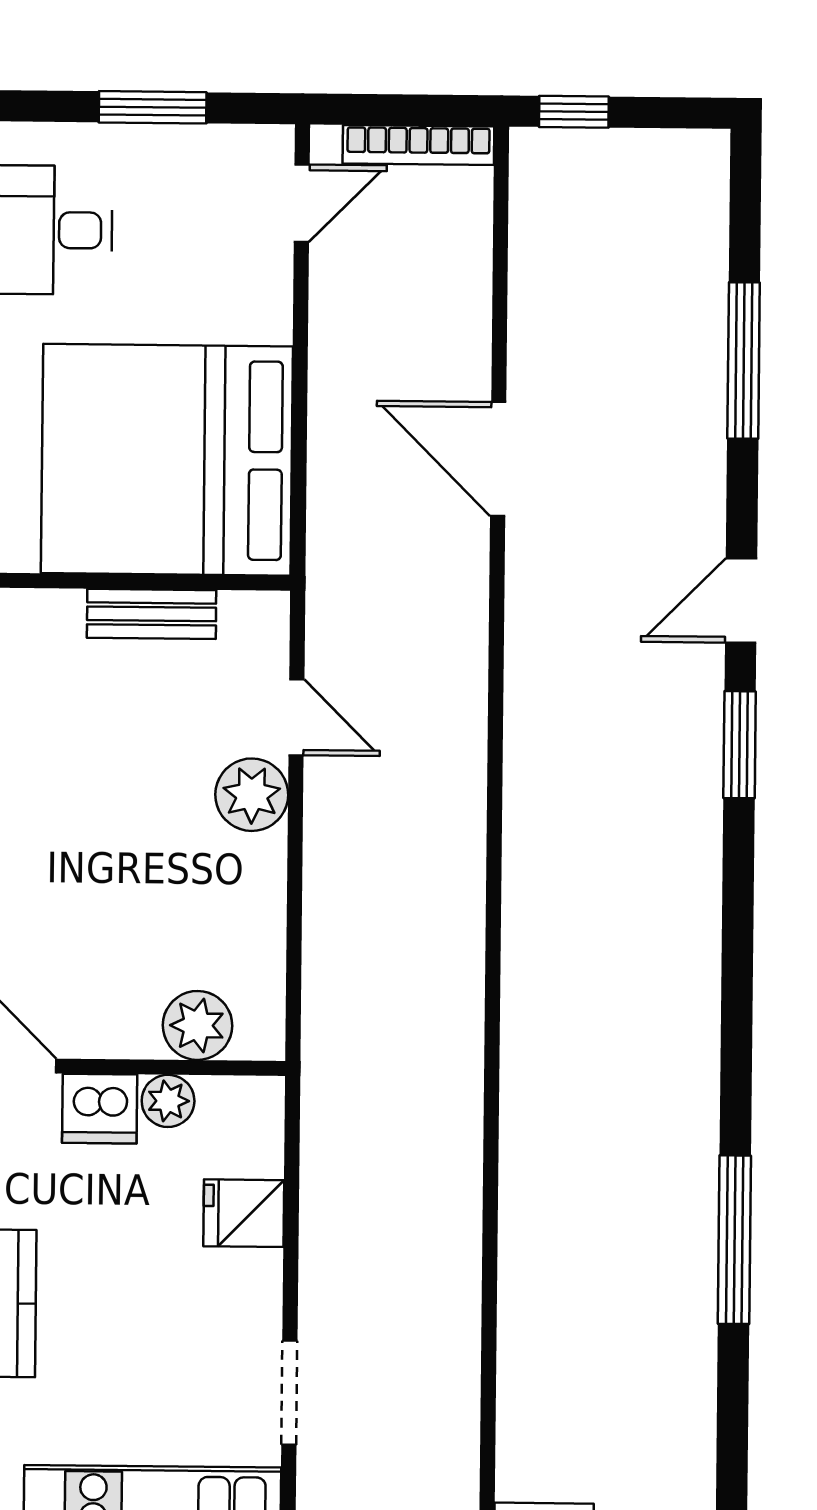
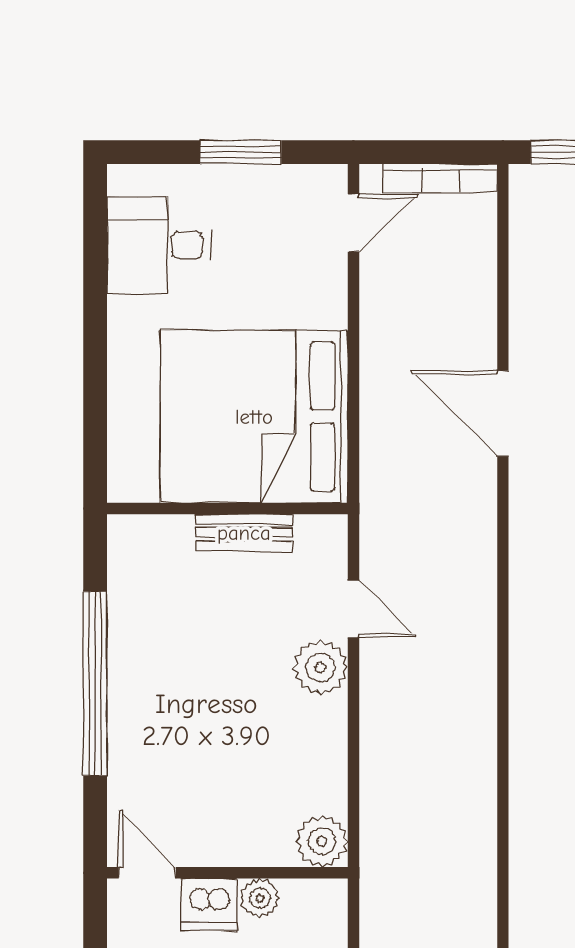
plant: (198, 1025) -> (322, 841), moved

